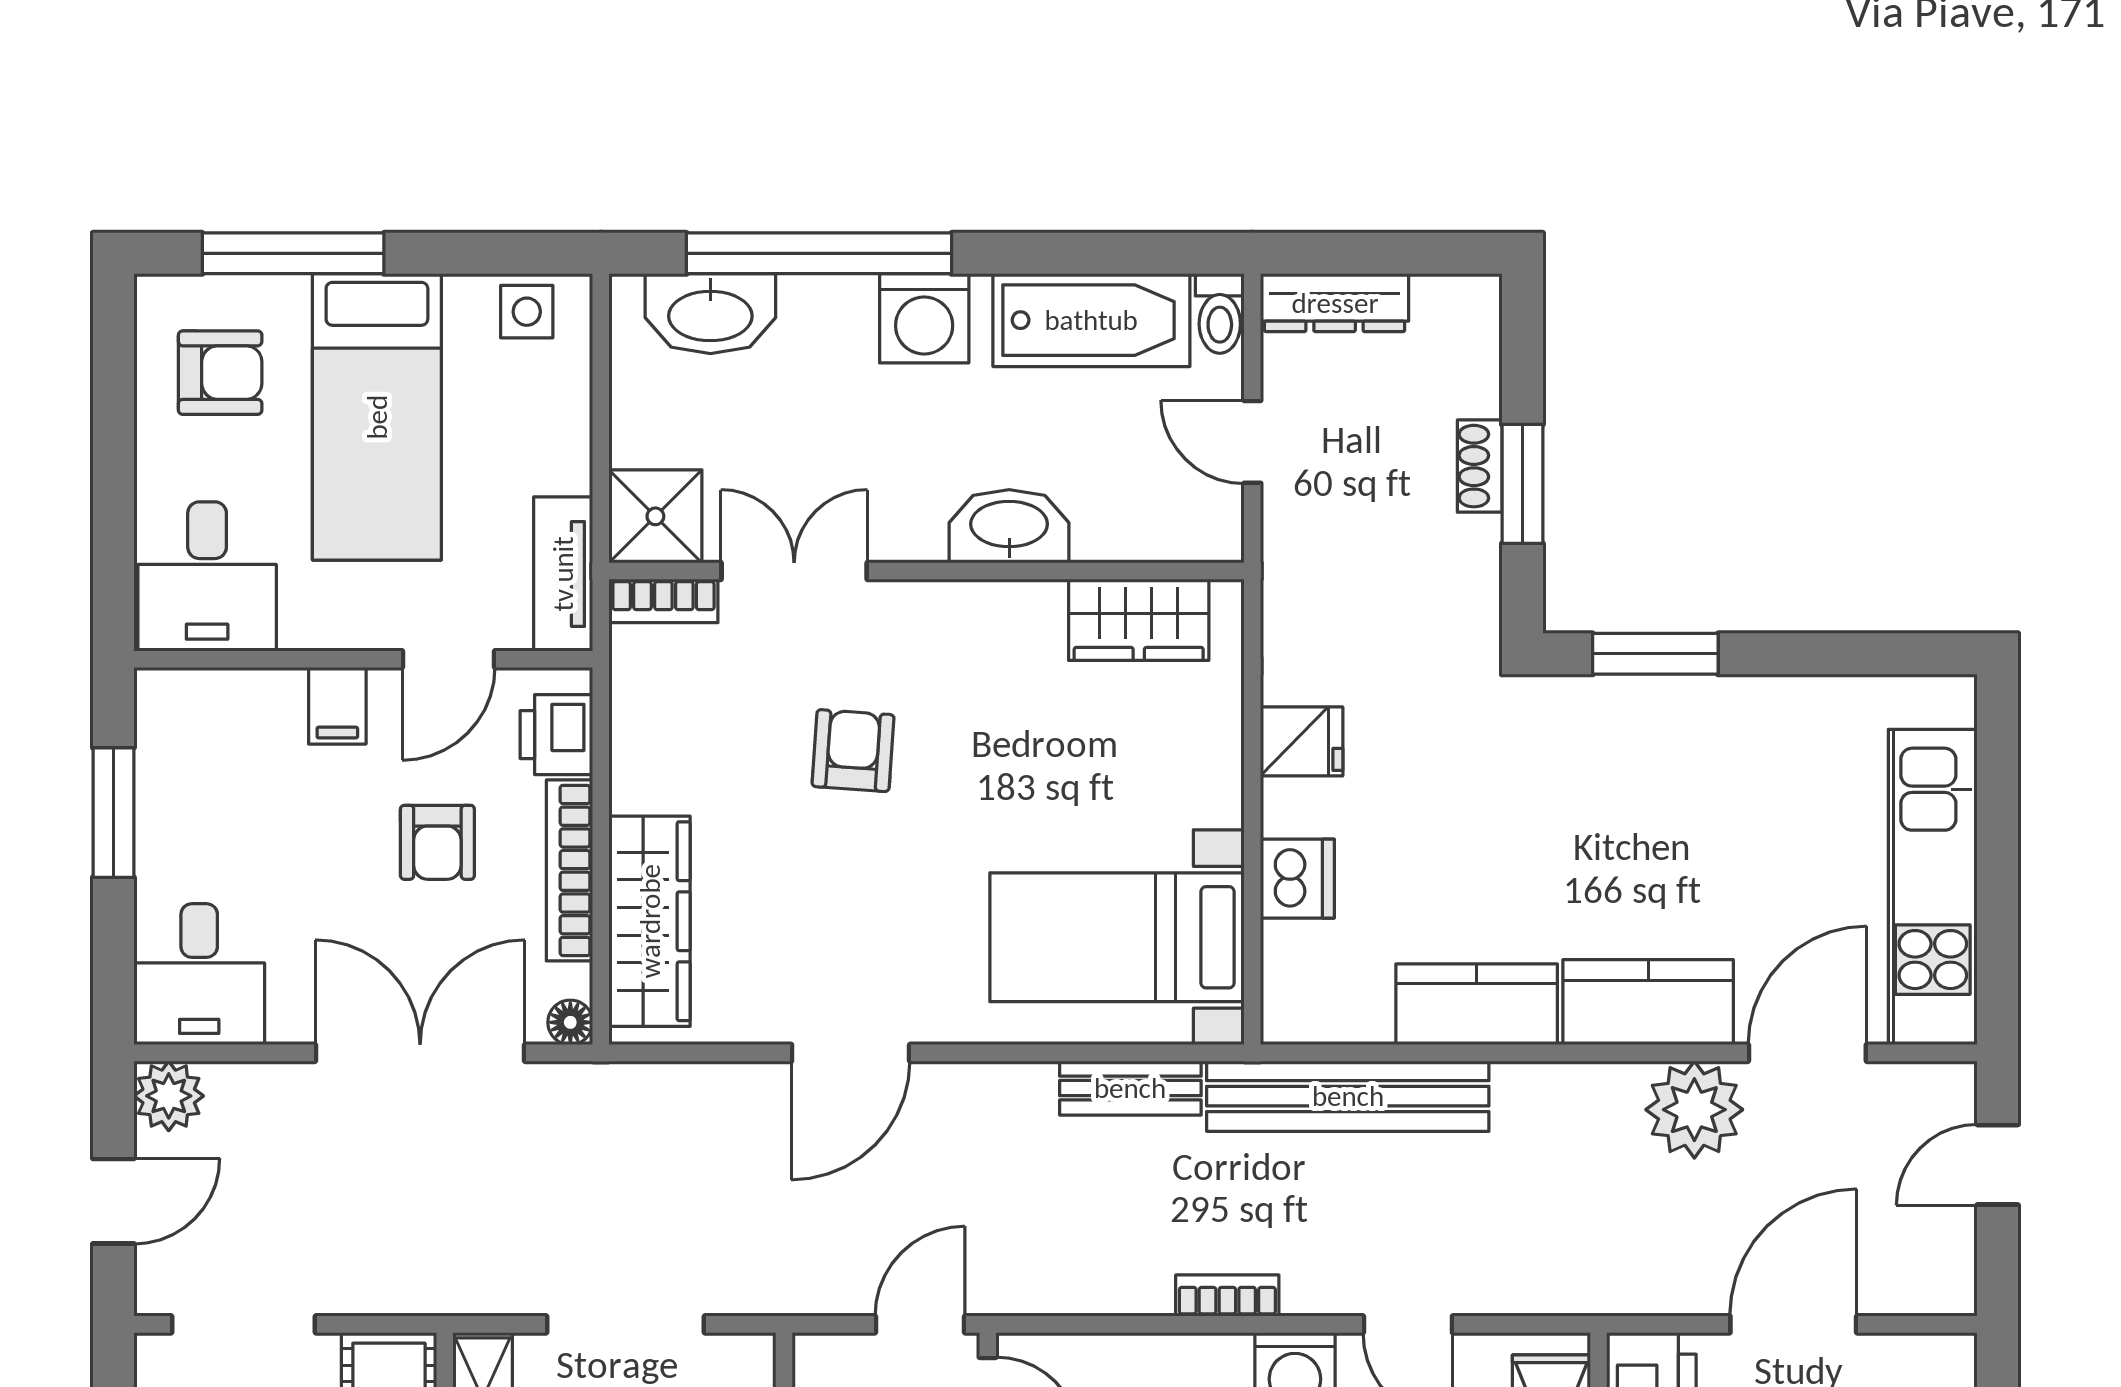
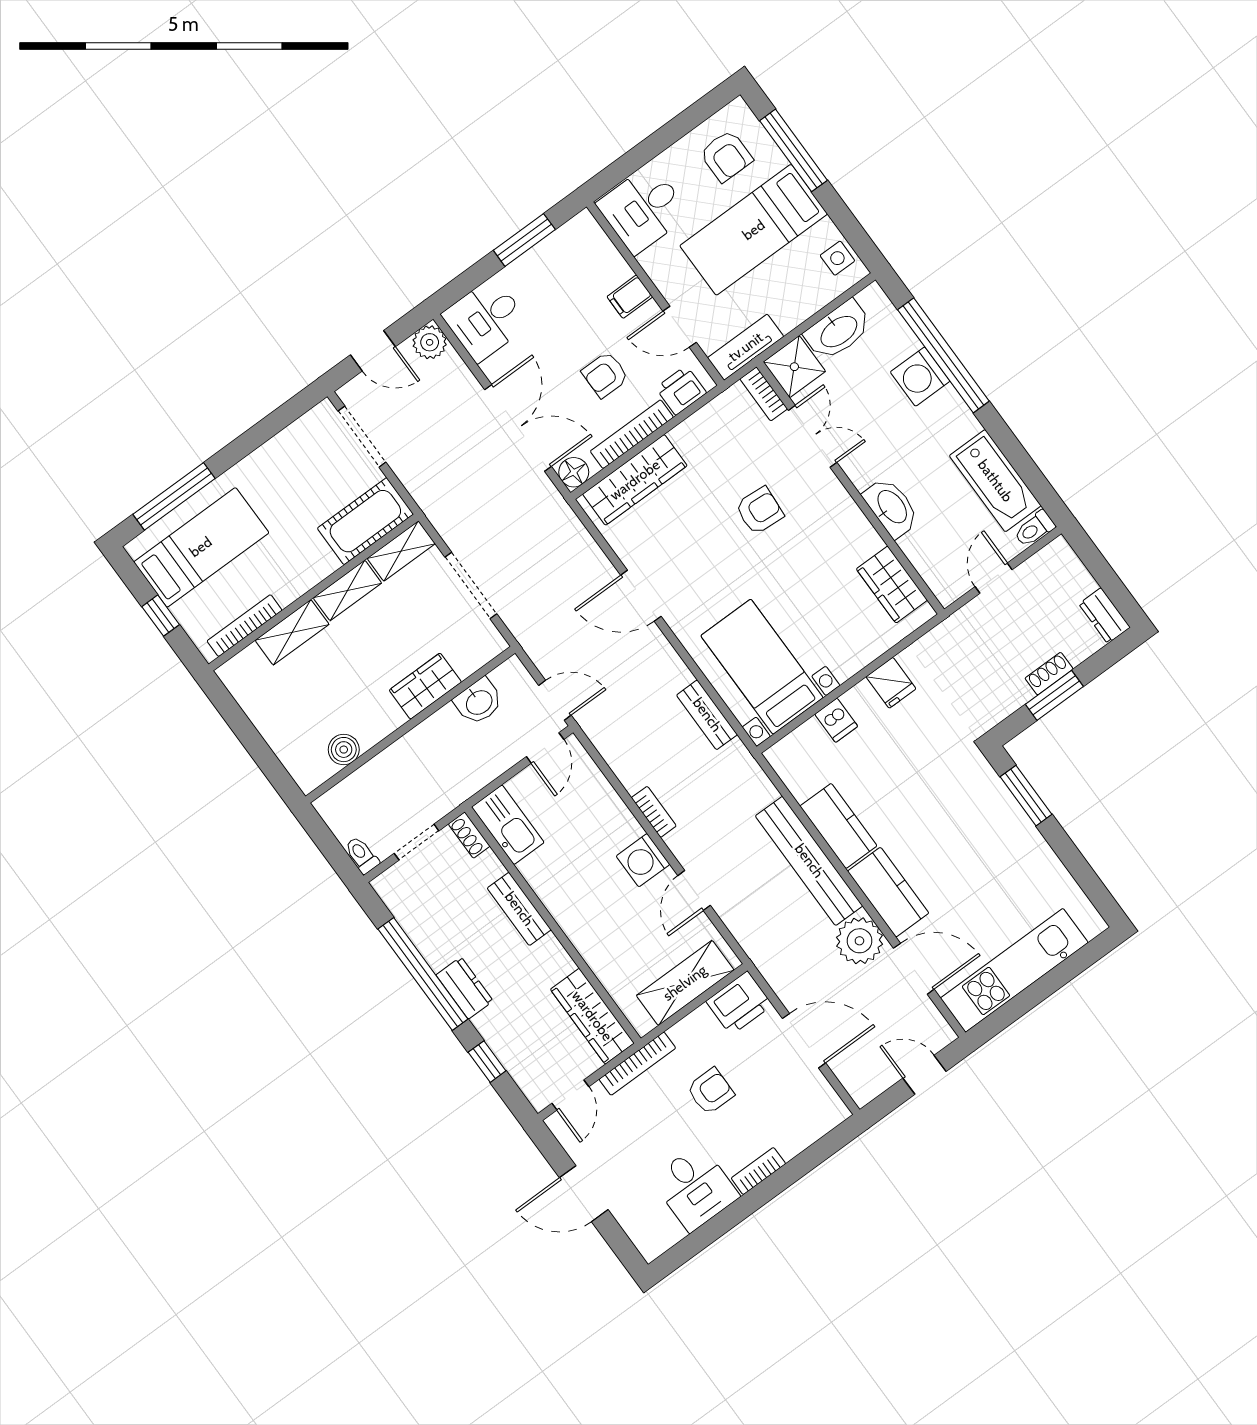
dresser: (1335, 303) -> (1104, 616), moved, width x0.70
washbasin: (710, 314) -> (838, 331), moved, turned -90
washing machine: (924, 318) -> (920, 377), moved
dishwasher: (1297, 879) -> (836, 720), width x0.73
floor lamp: (570, 1022) -> (574, 472), width x1.37, depth x1.37
bench: (1348, 1096) -> (809, 861), moved

